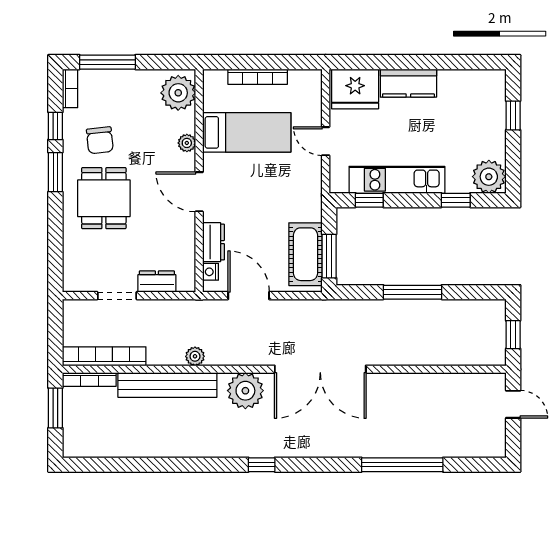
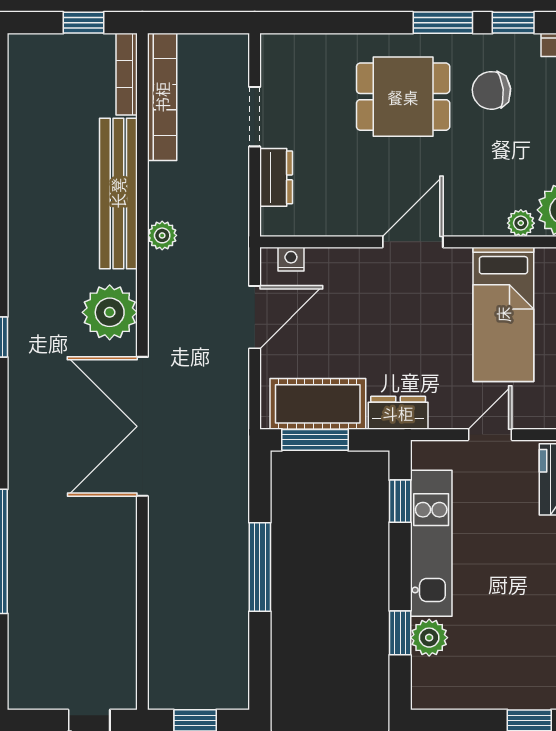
plant: (187, 143) -> (521, 223), moved
plant: (489, 177) -> (429, 638), moved, width x0.73, depth x0.73
dresser: (214, 242) -> (398, 413), moved, turned 180
window: (55, 408) -> (83, 23), width x0.67

